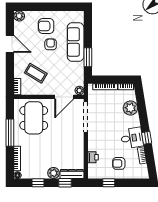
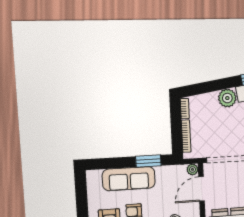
door: (64, 97) -> (201, 189), swing flipped
plant: (130, 108) -> (227, 98), moved

